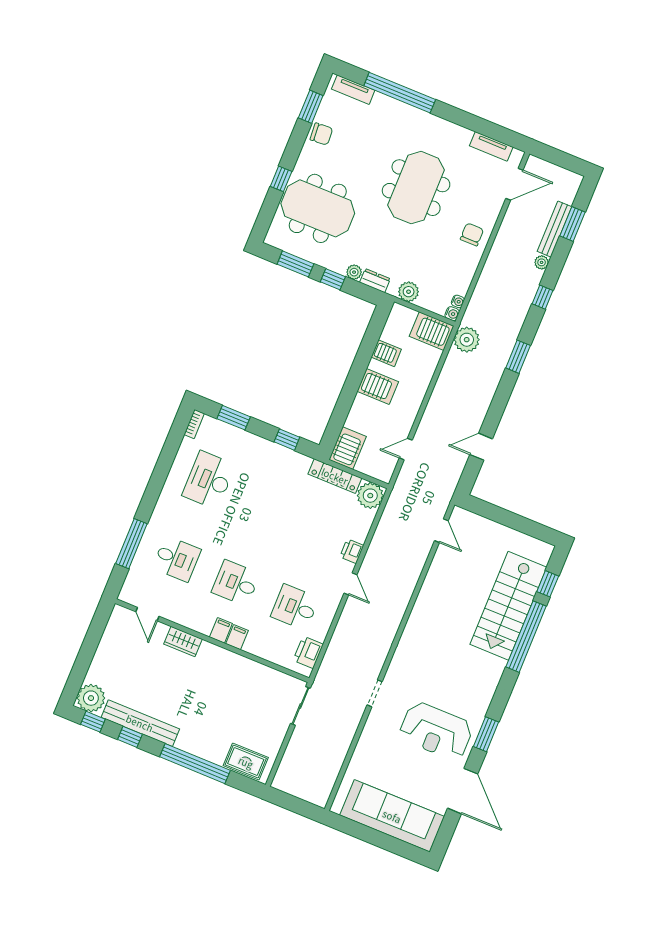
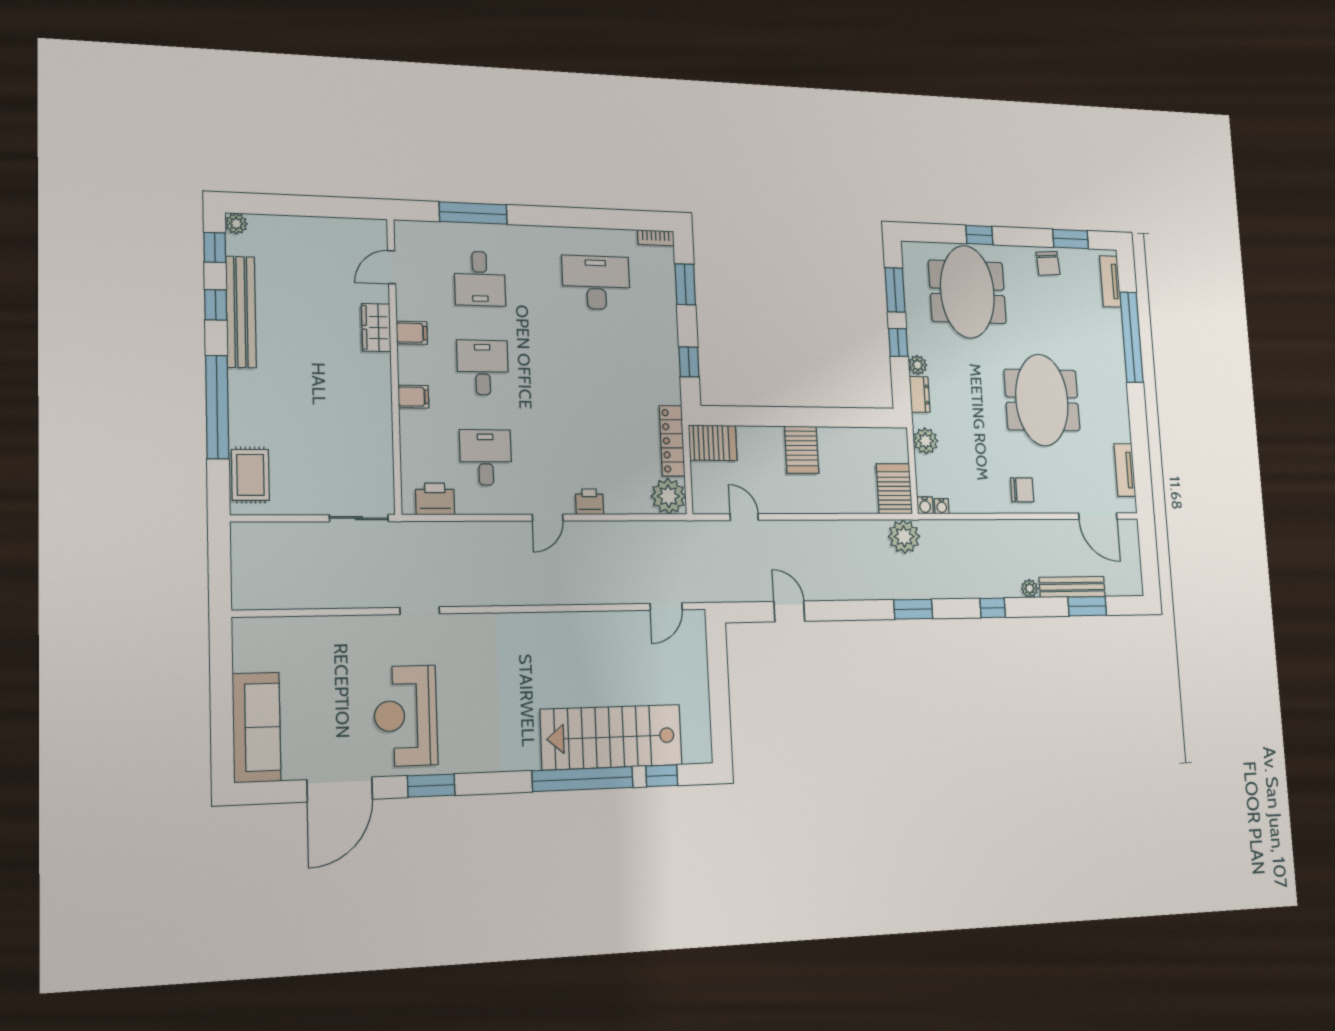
meeting table: (416, 188) -> (1042, 400), turned 90
server rack: (386, 353) -> (844, 444), removed
filing cabinet: (221, 630) -> (412, 333), moved
plant: (91, 698) -> (236, 224), width x0.53, depth x0.53
sofa: (392, 816) -> (257, 727), width x0.74, depth x0.79

